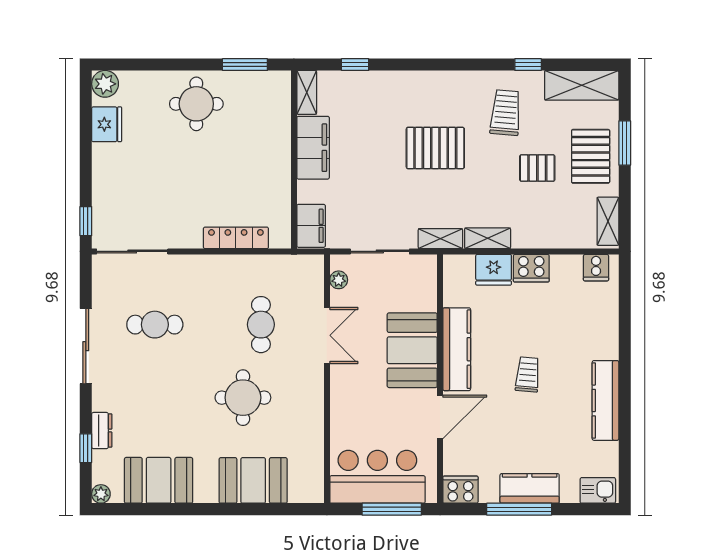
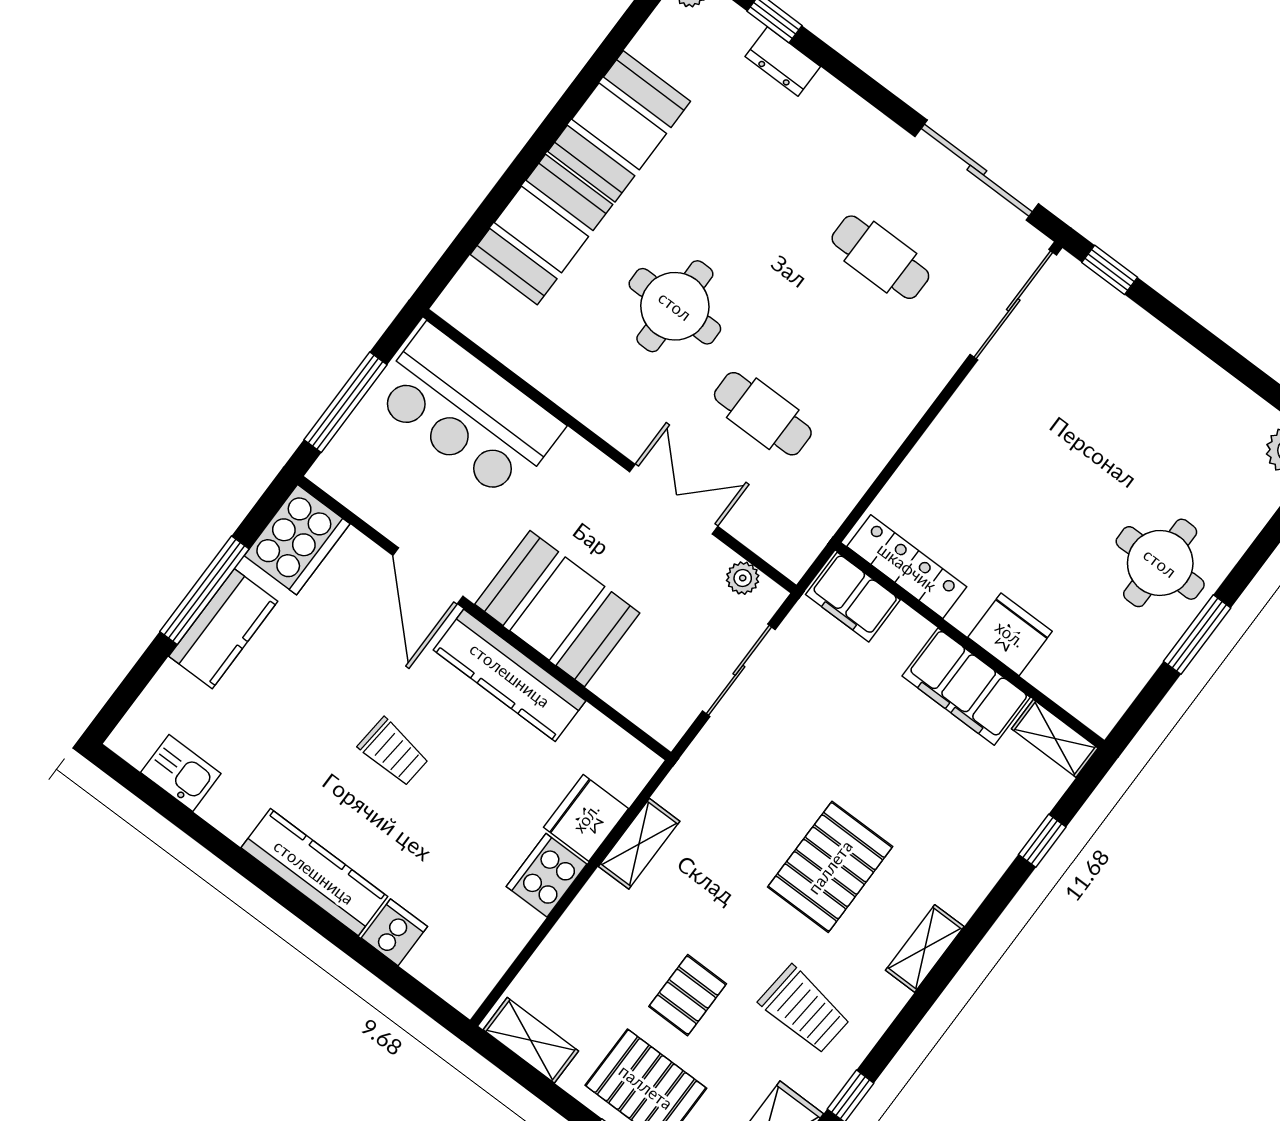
window: (245, 65) -> (1197, 635), moved
fridge: (107, 124) -> (1010, 634), moved, turned 180
locker: (236, 238) -> (907, 567), moved, turned -90
shelving: (440, 239) -> (925, 948), moved
cooker: (596, 268) -> (394, 932), moved, turned 90
cafe table: (155, 325) -> (880, 257), turned 90
double door: (327, 335) -> (674, 499), swing flipped
sliding door: (86, 346) -> (977, 170), moved
kitchen counter: (605, 400) -> (314, 872), moved
bar counter: (377, 477) -> (468, 412), moved, turned 90
booth: (159, 480) -> (619, 126), moved
cooker: (460, 490) -> (297, 540), width x1.37, depth x1.31
kitchen sink: (598, 490) -> (181, 773), moved, turned -90

